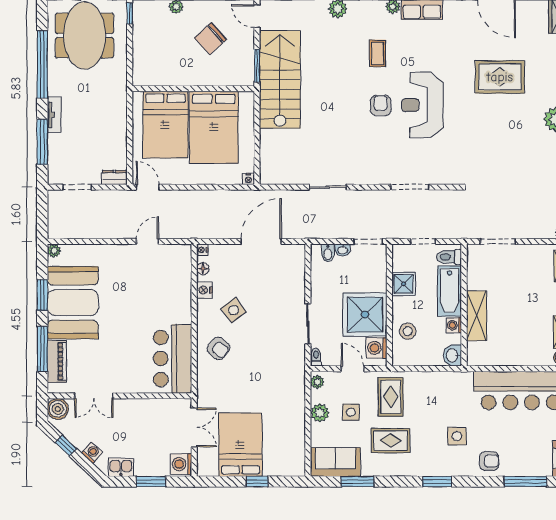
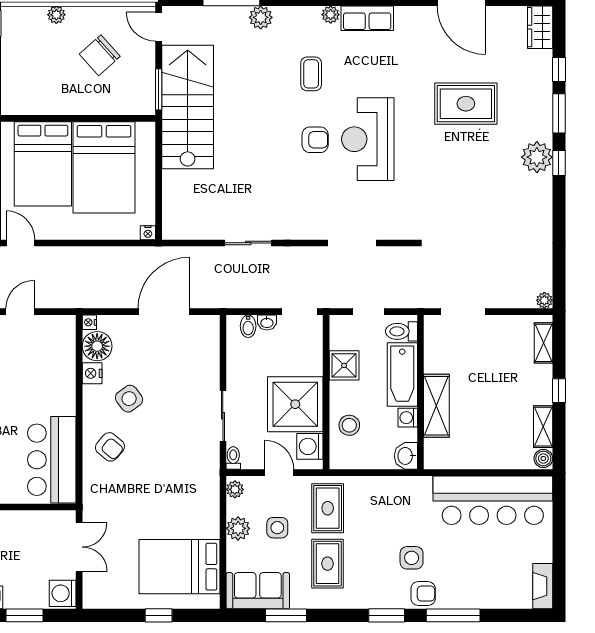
armchair: (381, 105) -> (315, 140), turned 90
floor lamp: (203, 269) -> (97, 346), width x1.89, depth x1.89
rug: (390, 441) -> (328, 564), turned 90
bed: (240, 445) -> (179, 567), moved, turned -90
armchair: (489, 461) -> (423, 594), moved
window: (525, 482) -> (453, 615), moved

